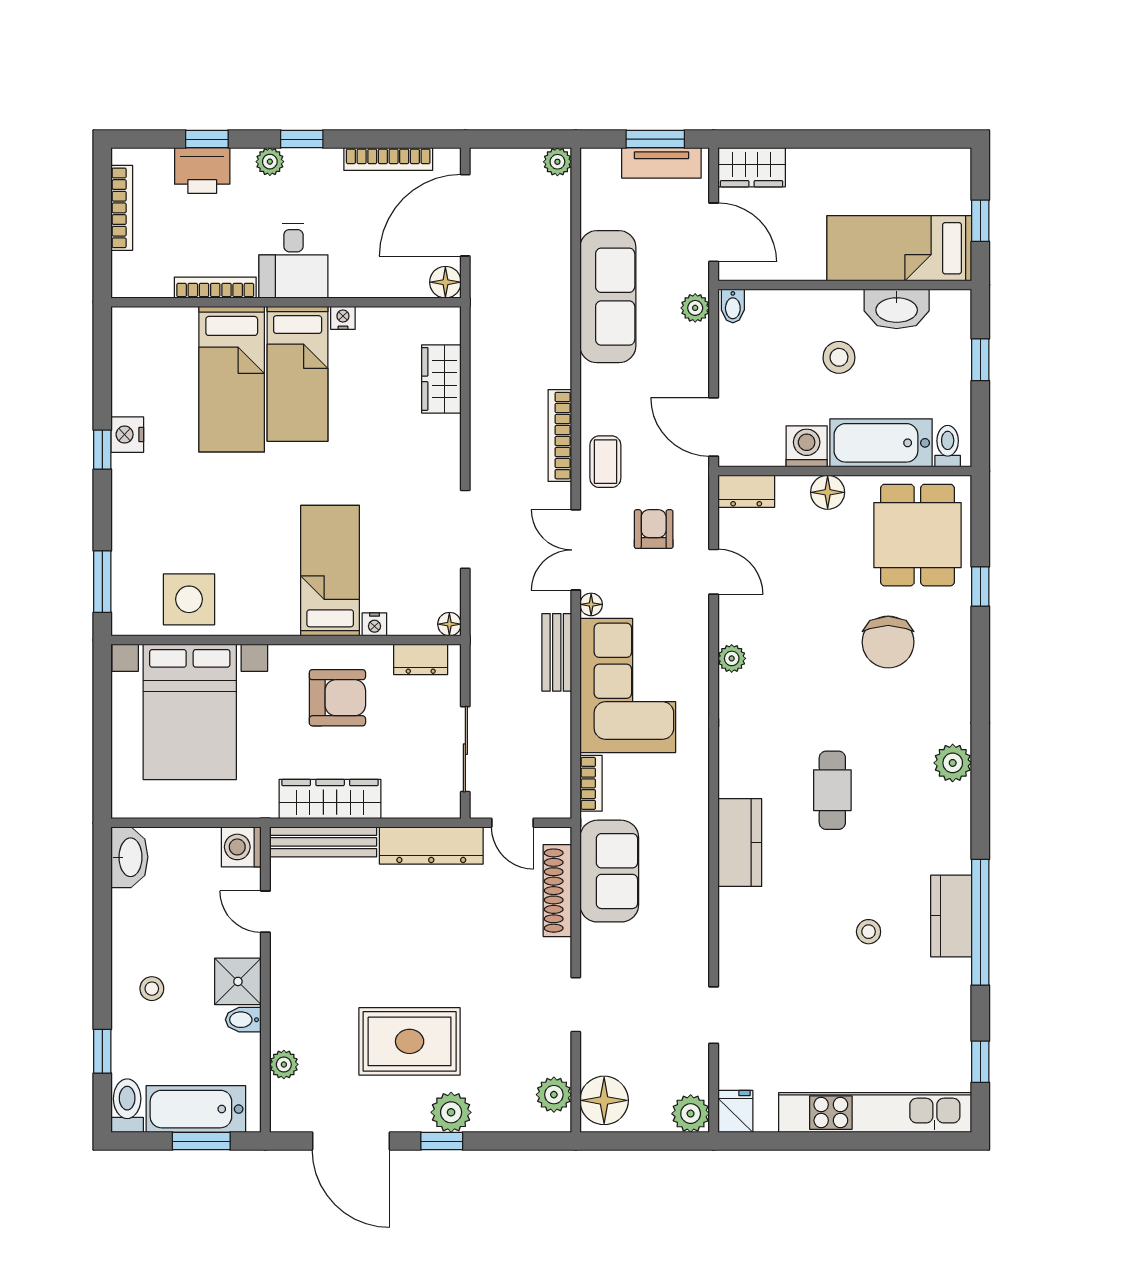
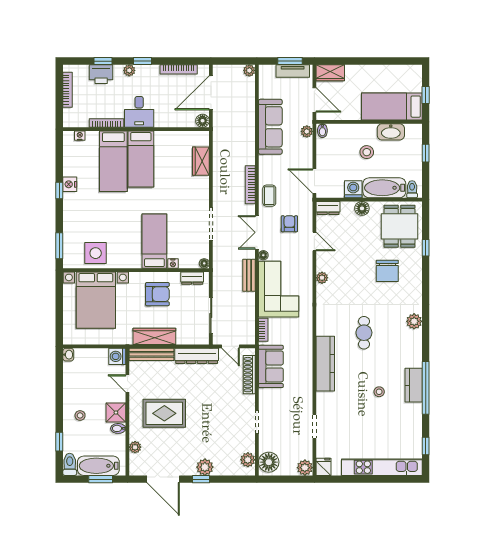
nightstand: (343, 318) -> (80, 136), moved
kitchen counter: (740, 842) -> (325, 364), width x1.50
washbasin: (129, 857) -> (68, 355), width x0.52, depth x0.69
rug: (410, 1041) -> (164, 413), moved

